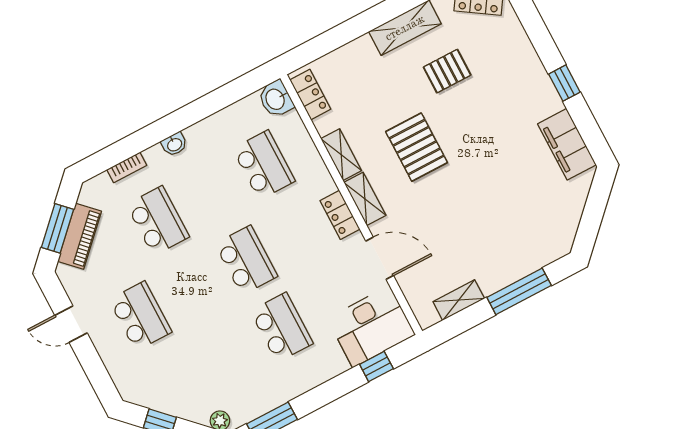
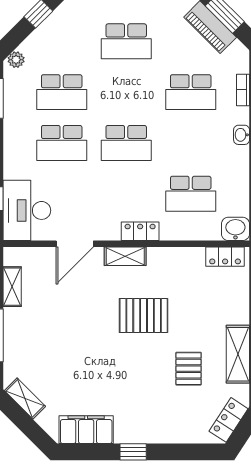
shelving: (341, 155) -> (25, 398), moved, turned 45
locker: (340, 215) -> (140, 231), moved
school desk: (229, 355) -> (62, 92), added

